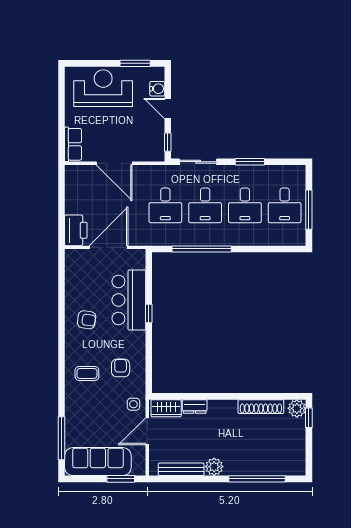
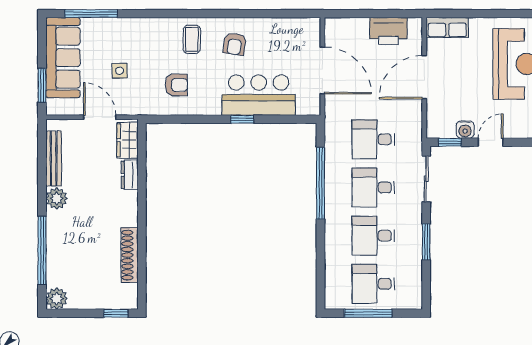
water cooler: (157, 89) -> (465, 130), moved
printer: (76, 230) -> (388, 31), moved
coffee table: (87, 373) -> (192, 39), moved
side table: (133, 404) -> (120, 71), moved
plant: (297, 408) -> (57, 299), moved

